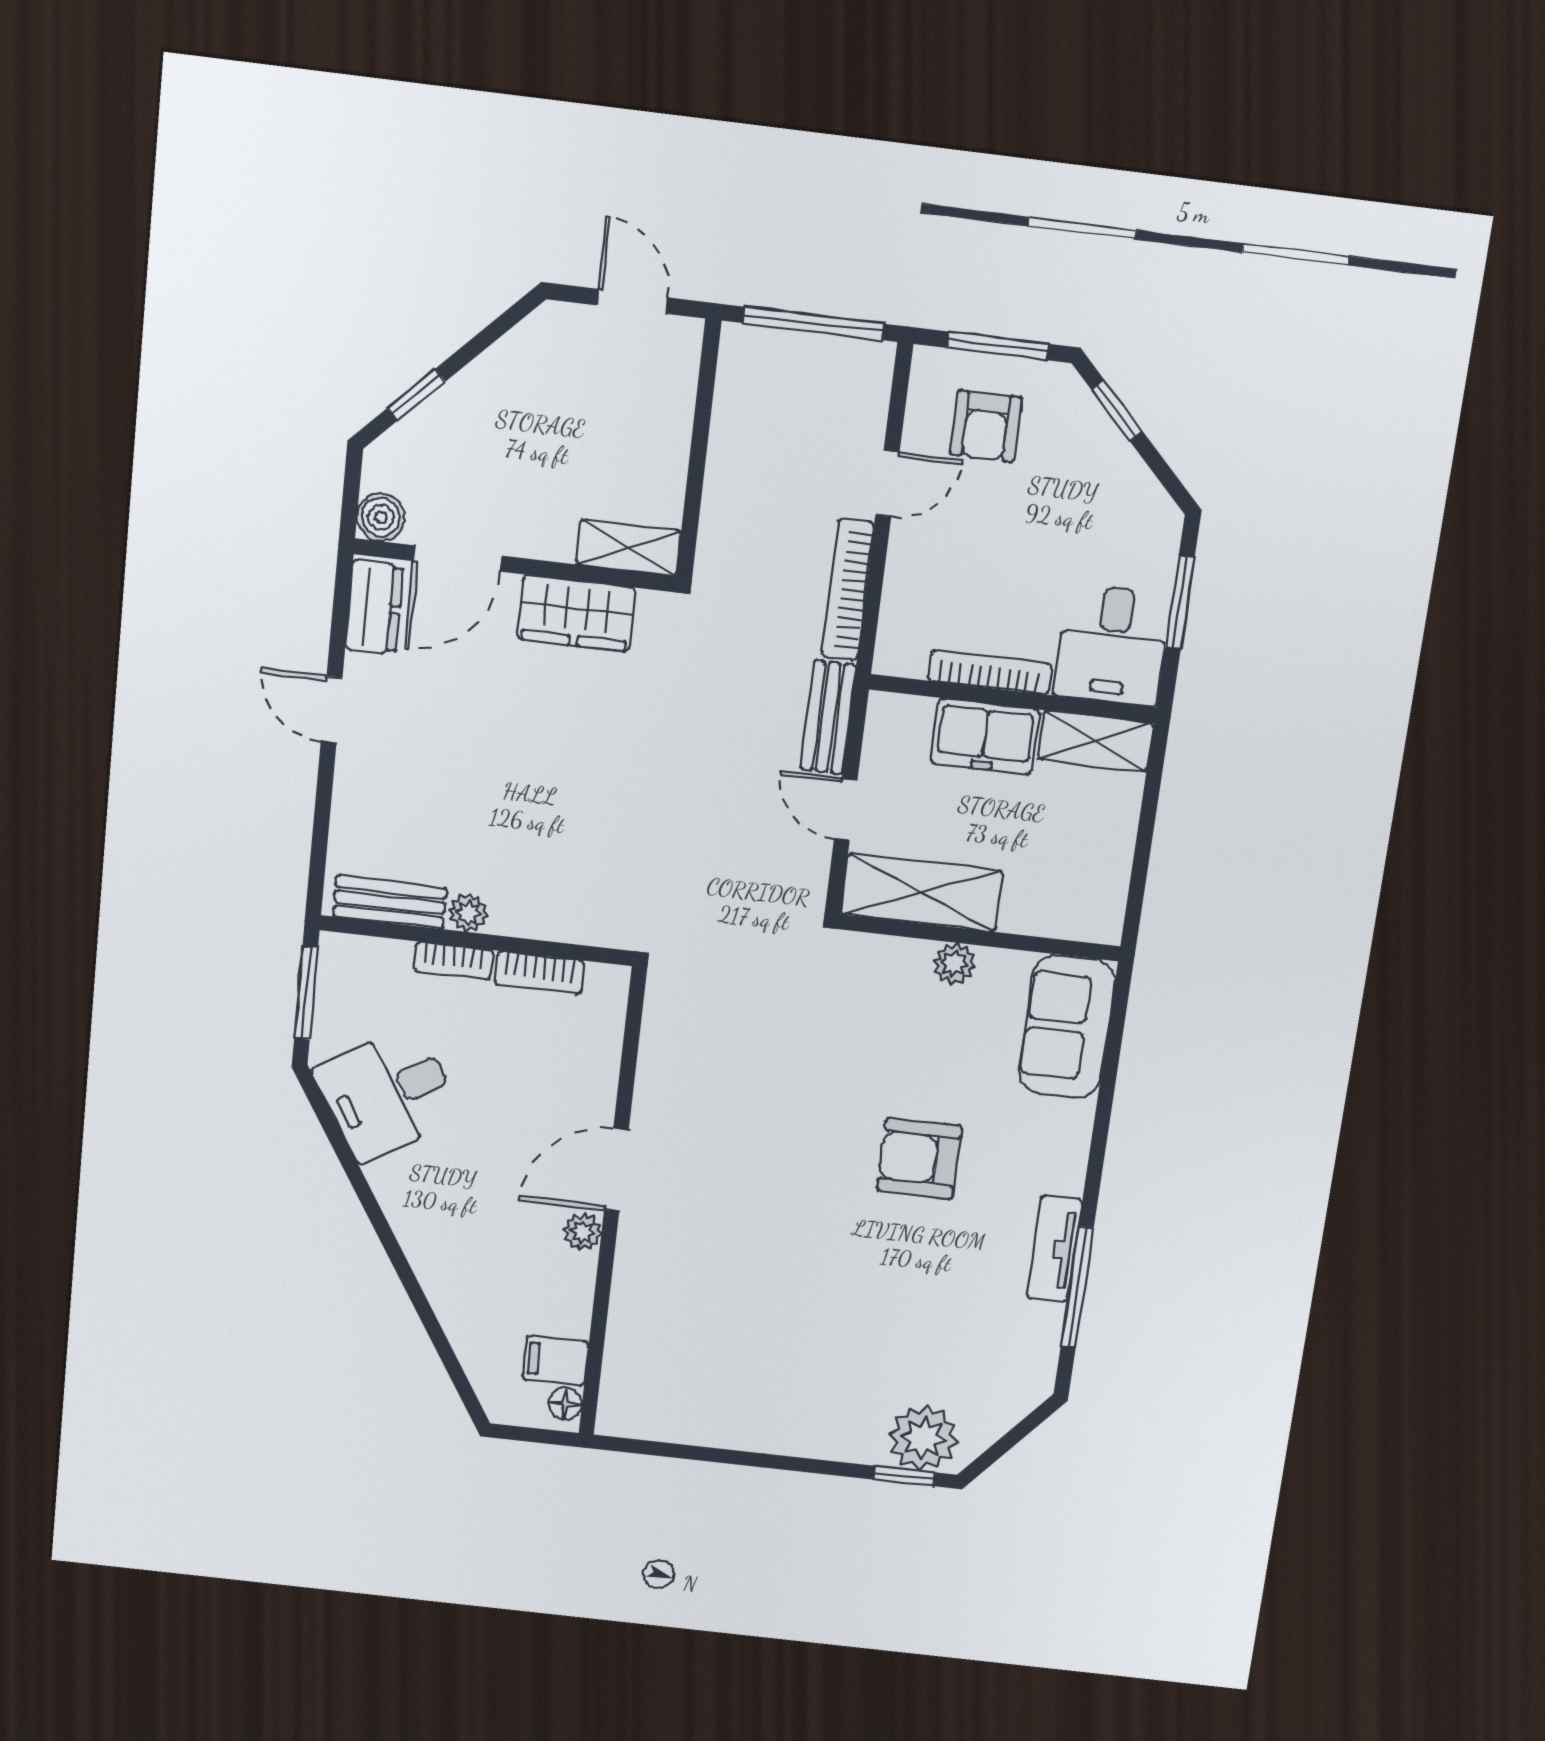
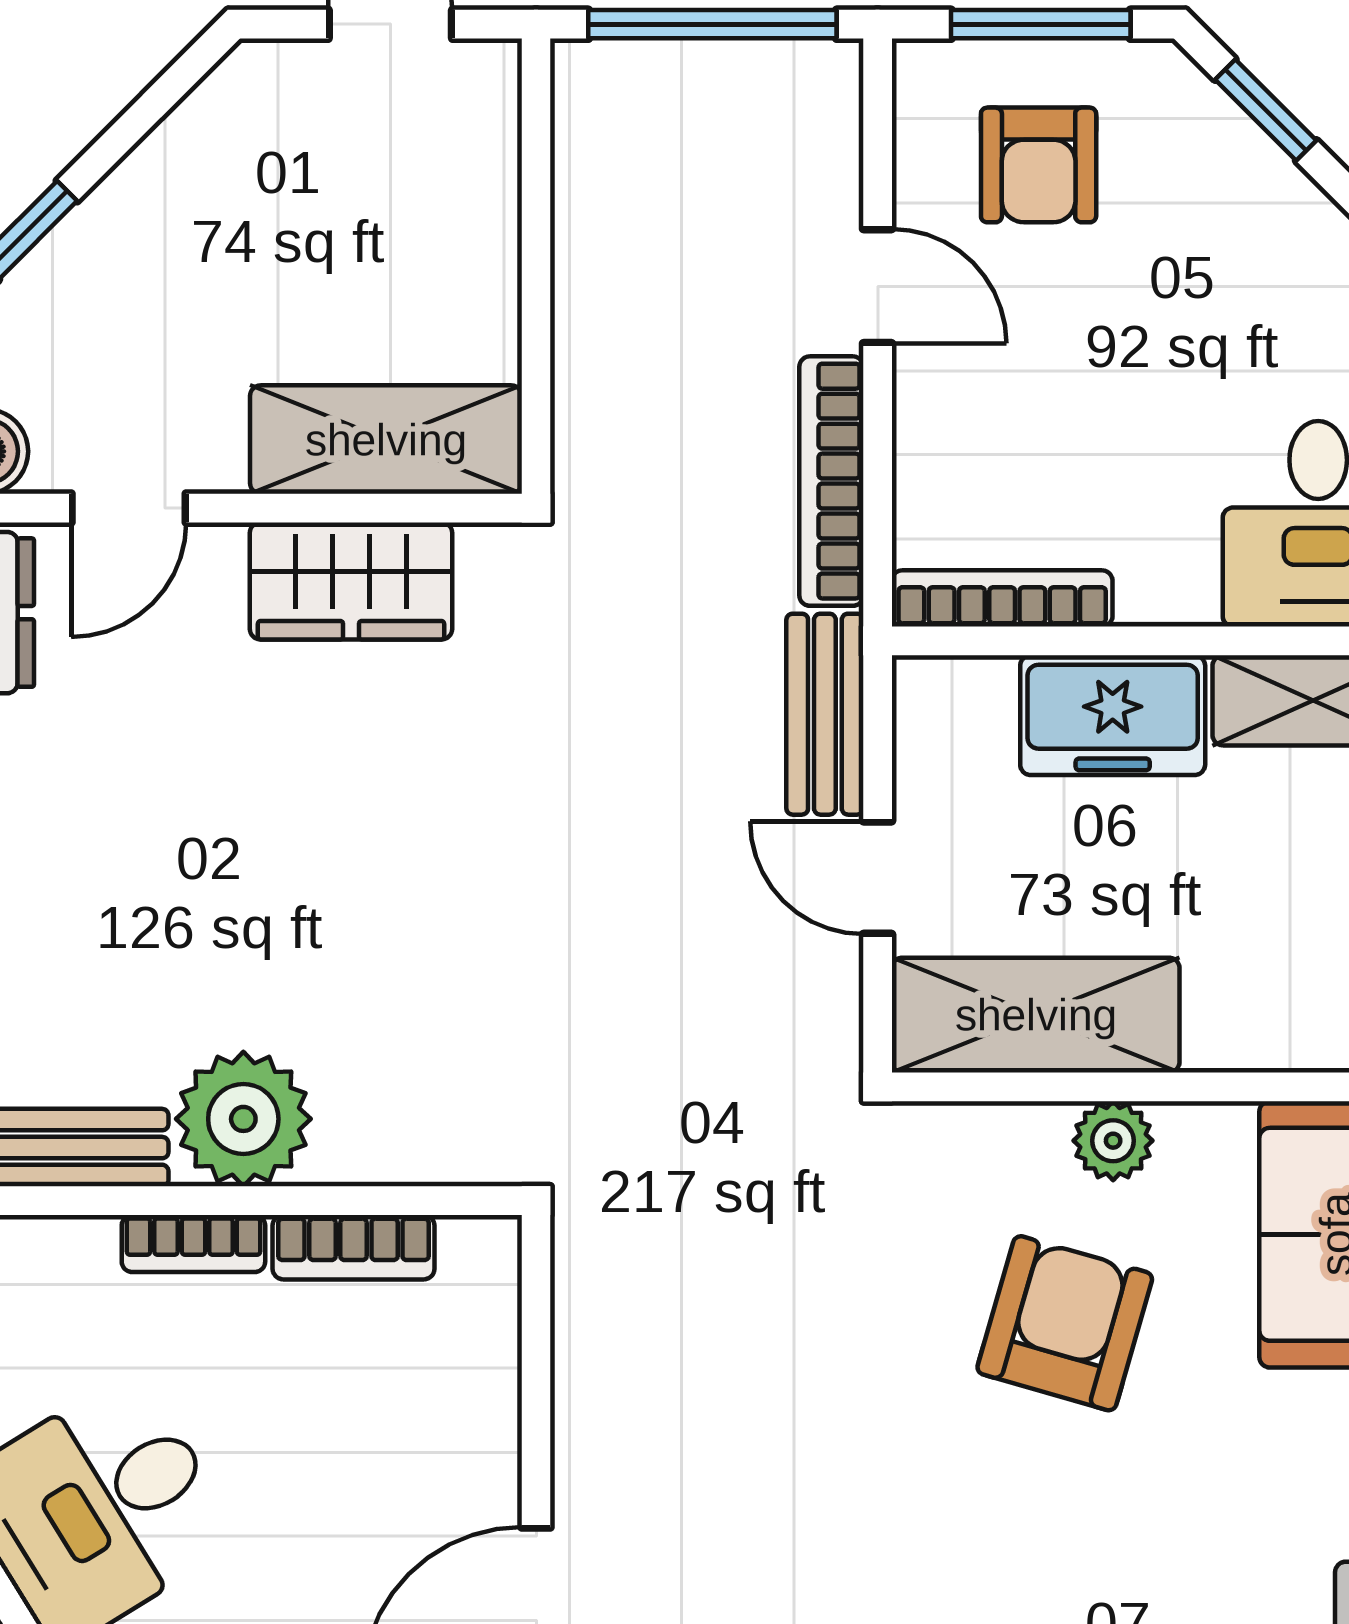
door: (887, 484) -> (878, 286), hinge flipped
shelving: (629, 548) -> (386, 440), width x1.50, depth x1.33
door: (457, 558) -> (129, 508), width x0.73
bookcase: (990, 672) -> (1002, 598), moved
plant: (468, 913) -> (243, 1119), width x1.88, depth x1.88
armchair: (919, 1158) -> (1065, 1323), moved, turned 106

